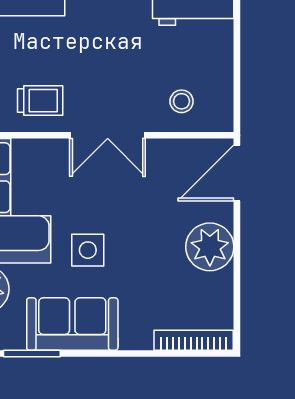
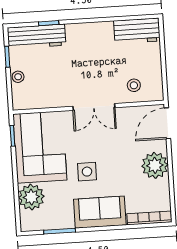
trolley: (40, 101) -> (55, 90), removed
sofa: (72, 324) -> (100, 212), moved

